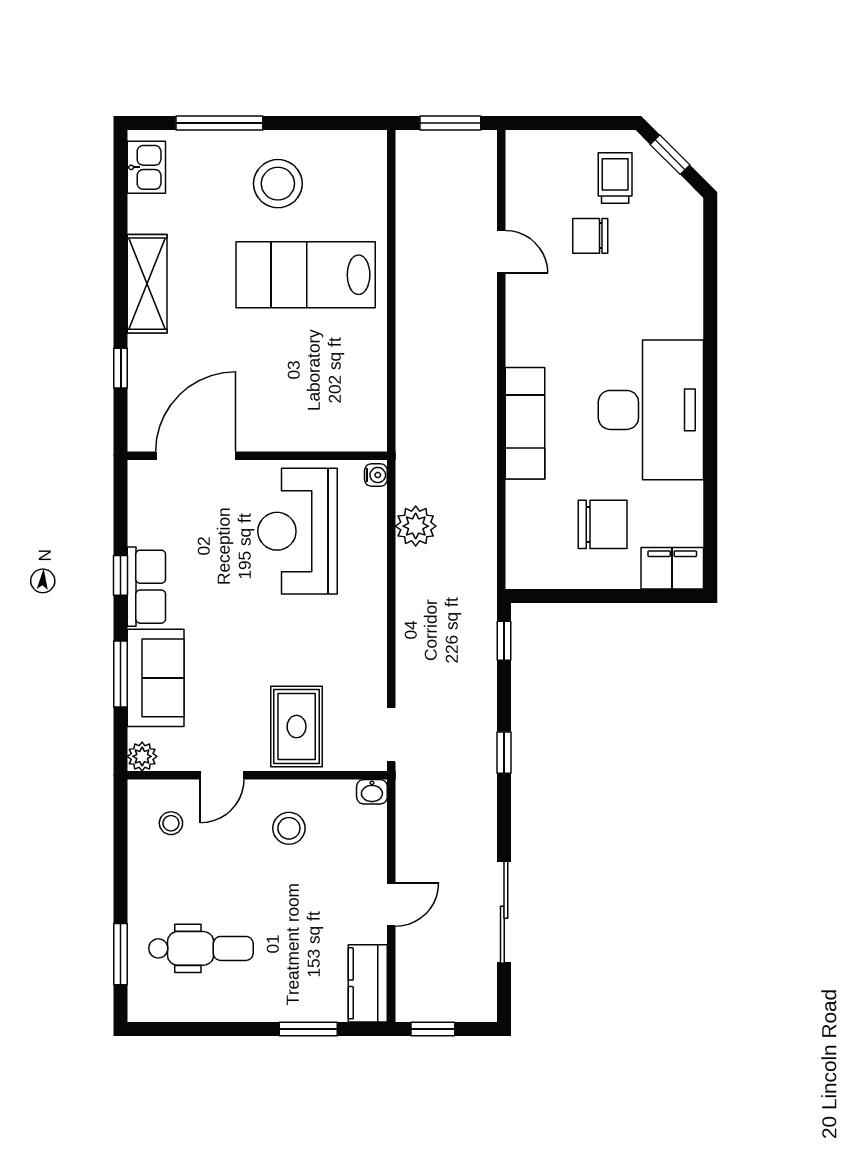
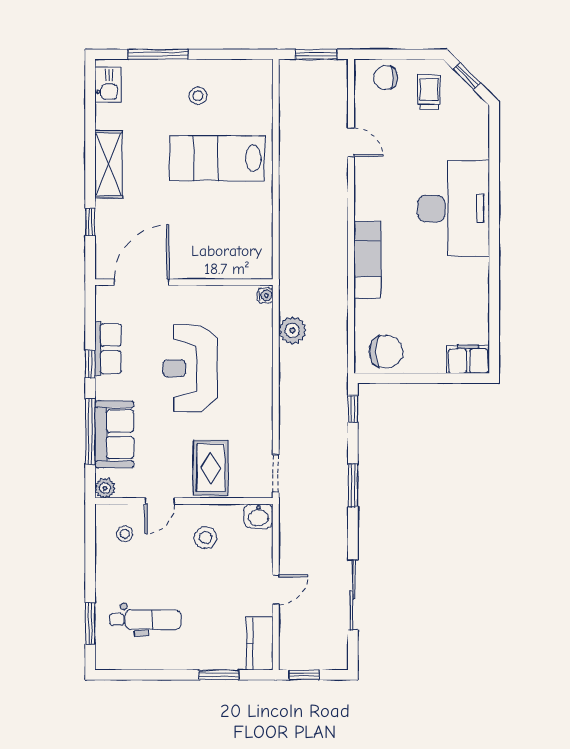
stool: (278, 184) -> (198, 96), width x0.53, depth x0.53
chair: (590, 236) -> (386, 78), moved
desk: (651, 410) -> (454, 209), moved
chair: (603, 524) -> (386, 352), moved
reception desk: (298, 531) -> (190, 368), moved
row of seats: (146, 587) -> (108, 349), moved
window: (121, 674) -> (90, 432), width x1.44
window: (504, 753) -> (353, 486), width x1.50
washbasin: (372, 792) -> (258, 516), width x1.38, depth x1.45

